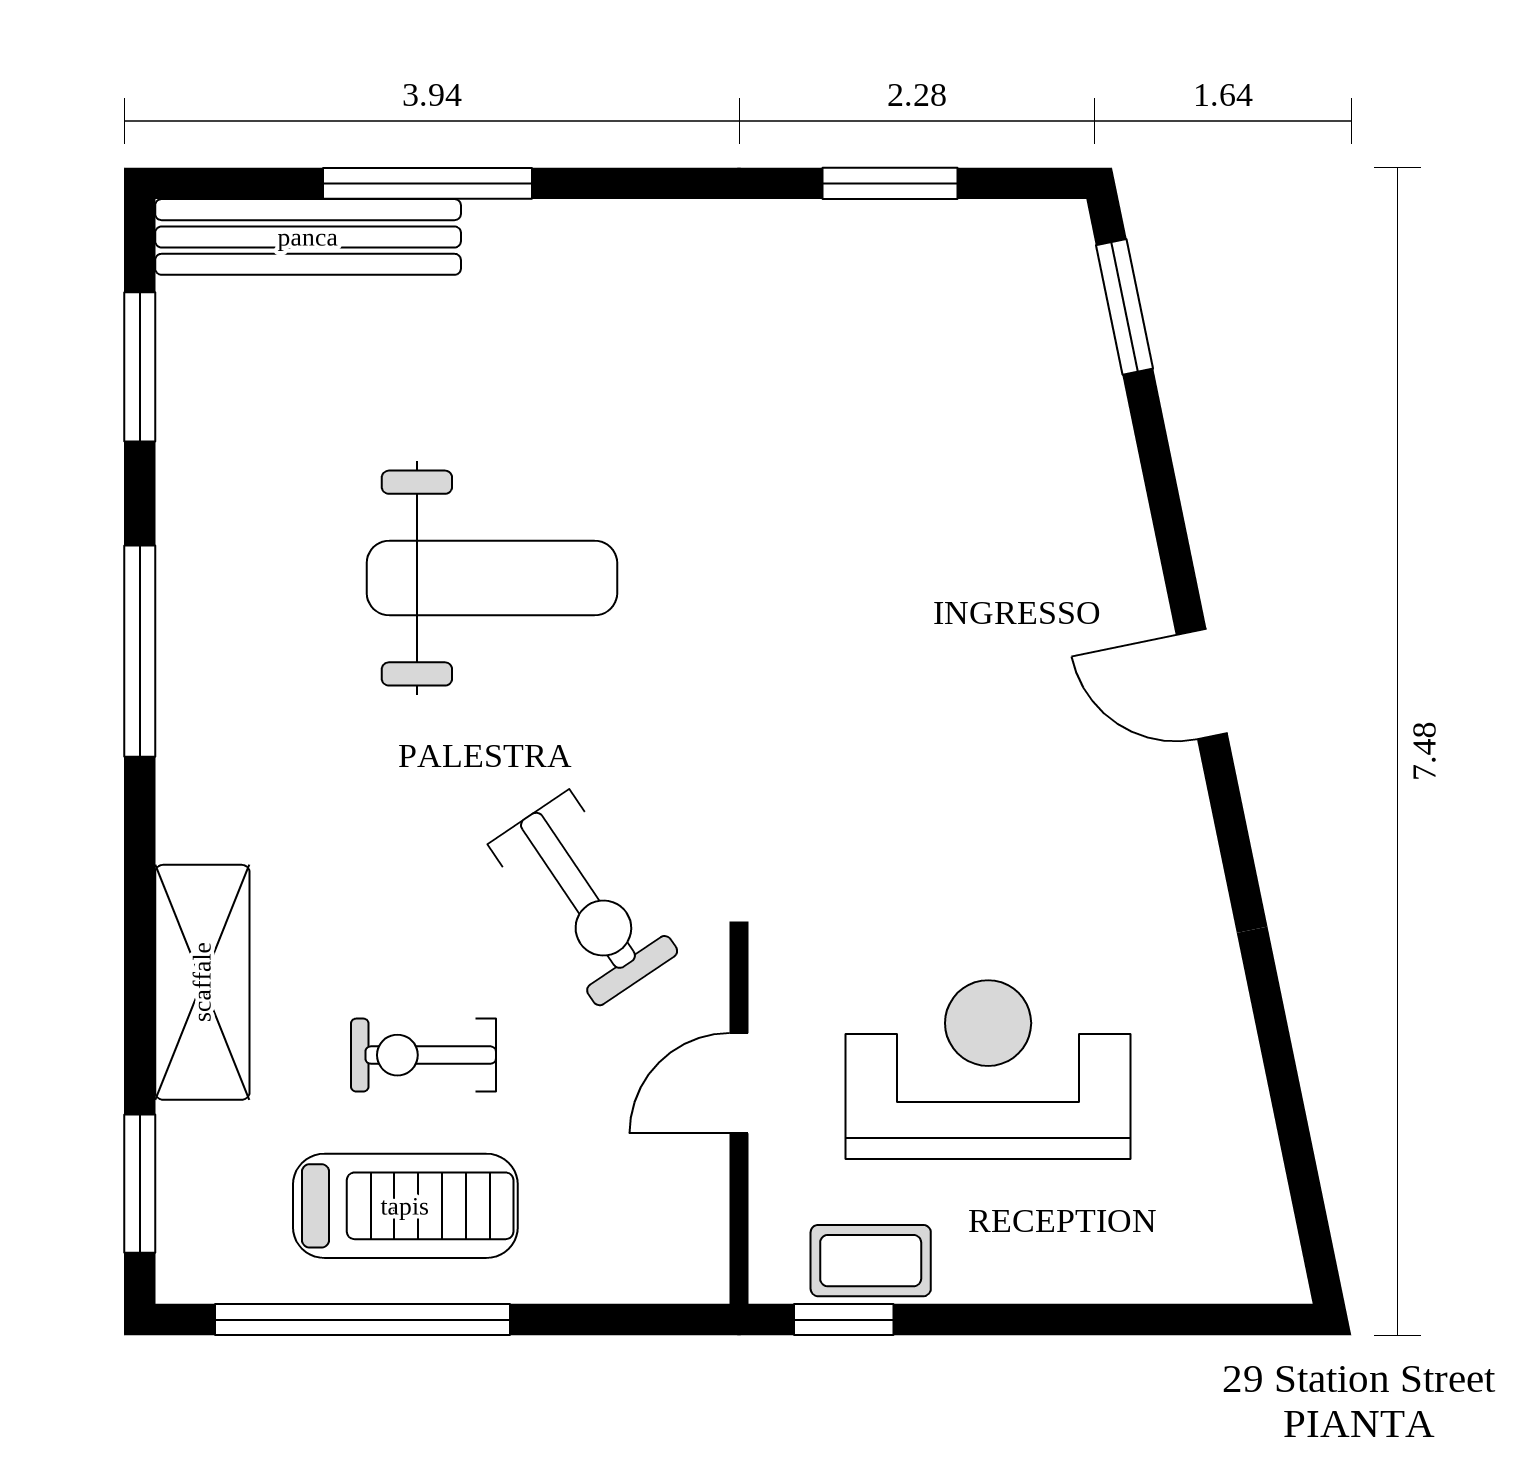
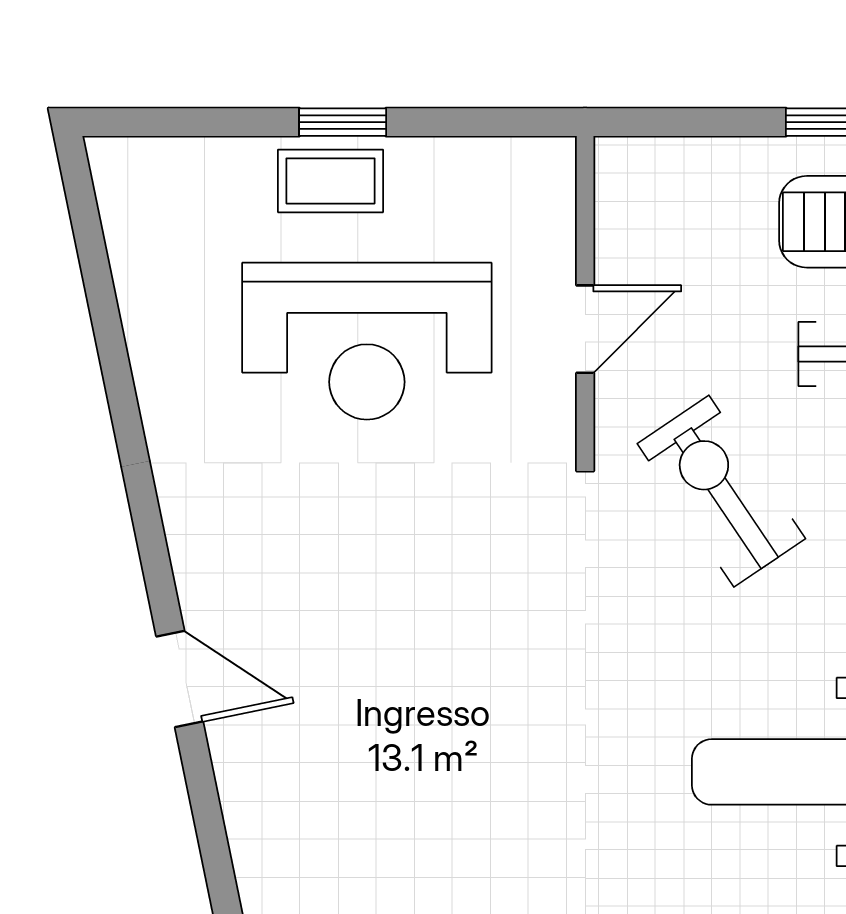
coffee table: (871, 1261) -> (331, 181), moved
window: (844, 1320) -> (343, 122), moved

